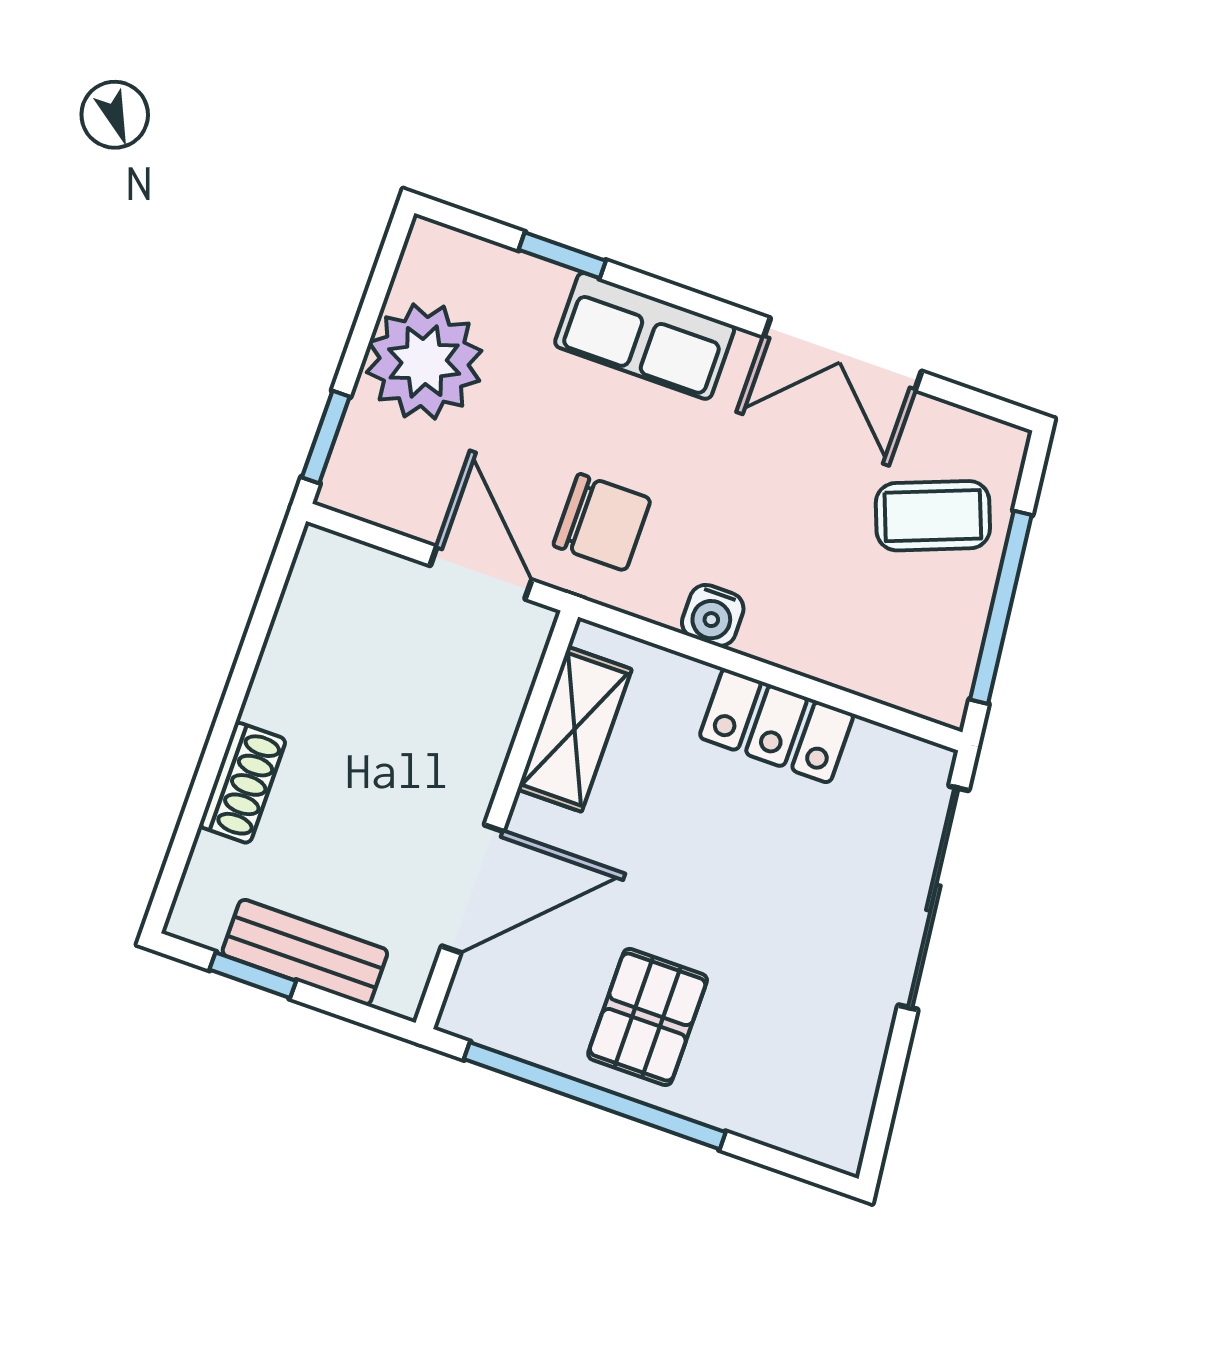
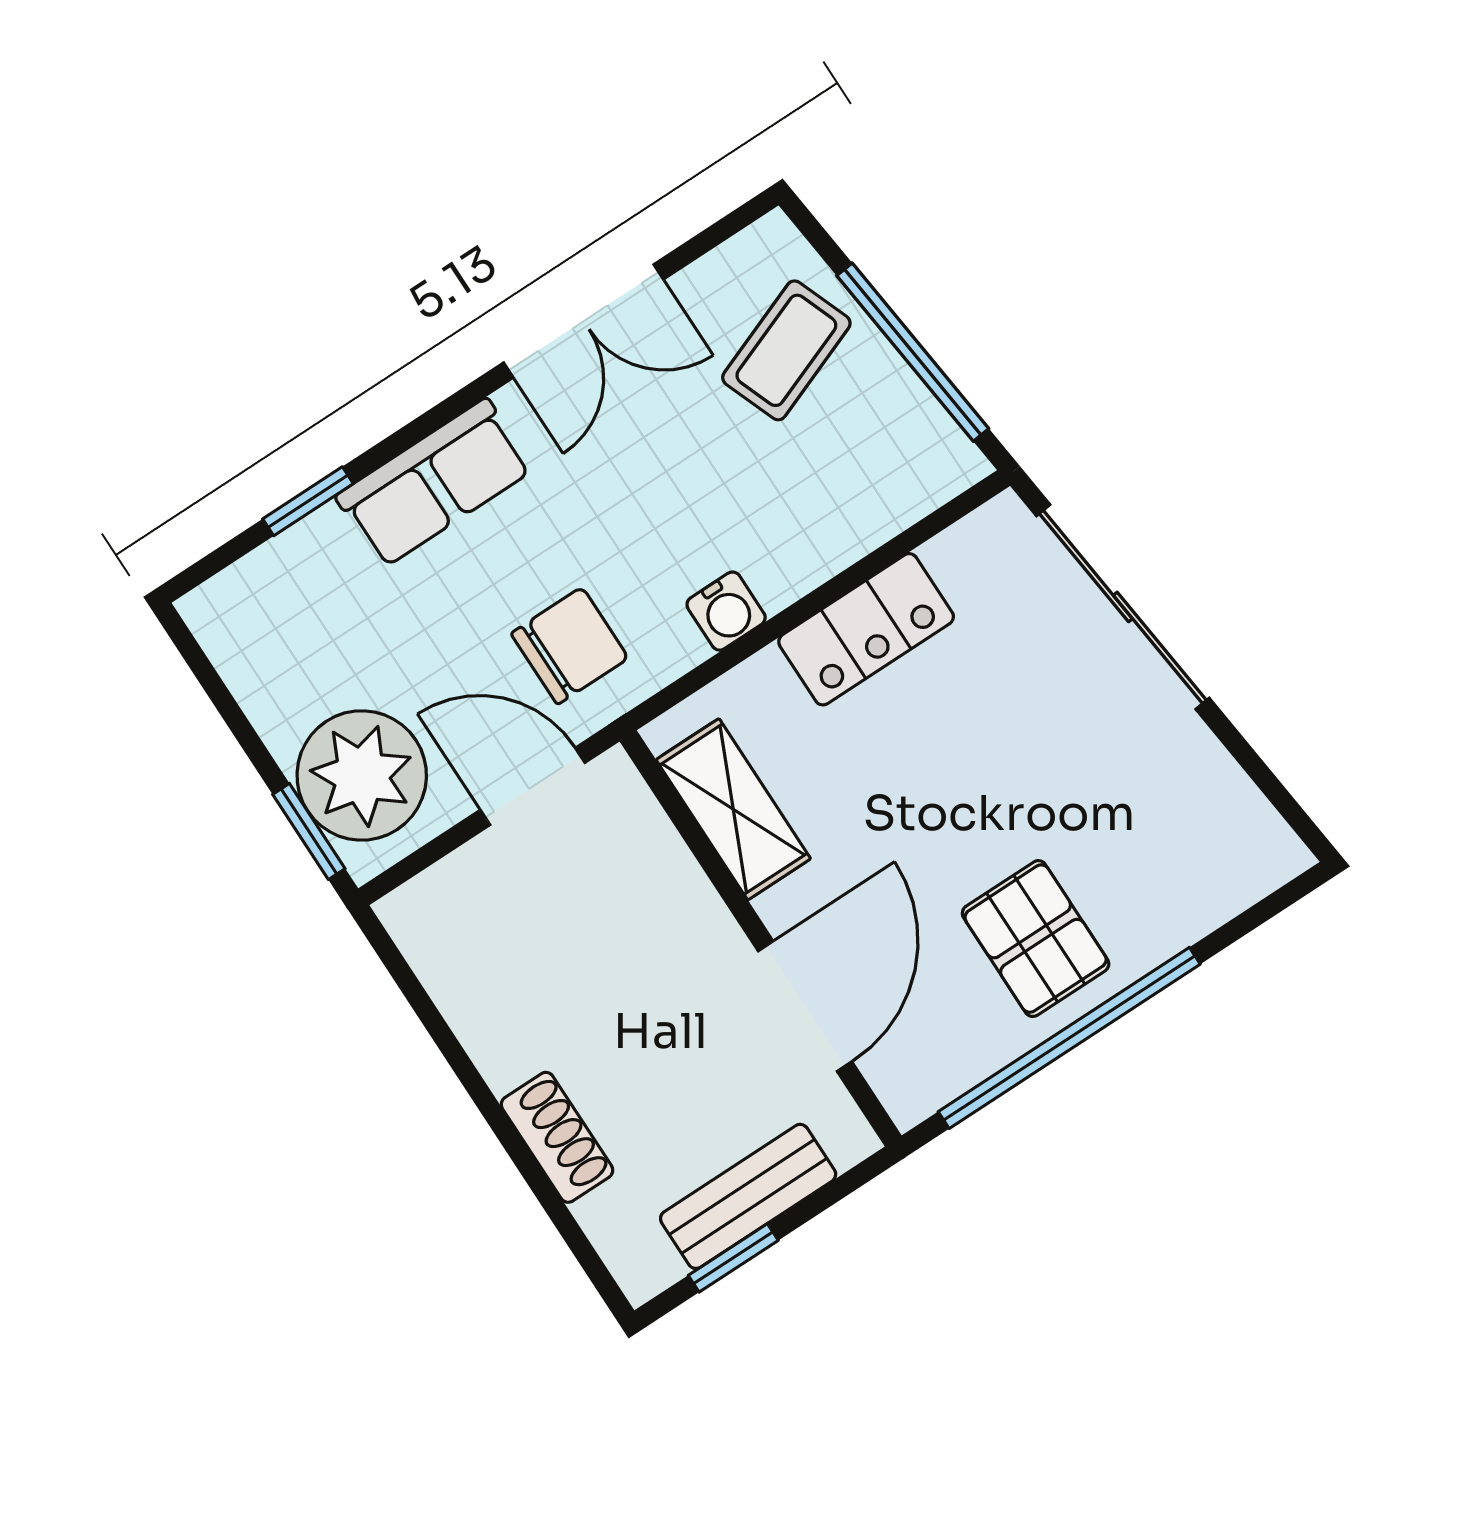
plant: (424, 361) -> (362, 775), moved

